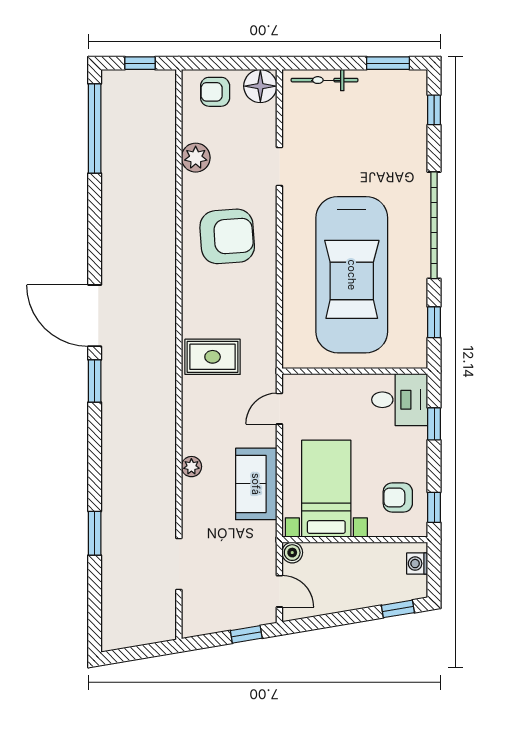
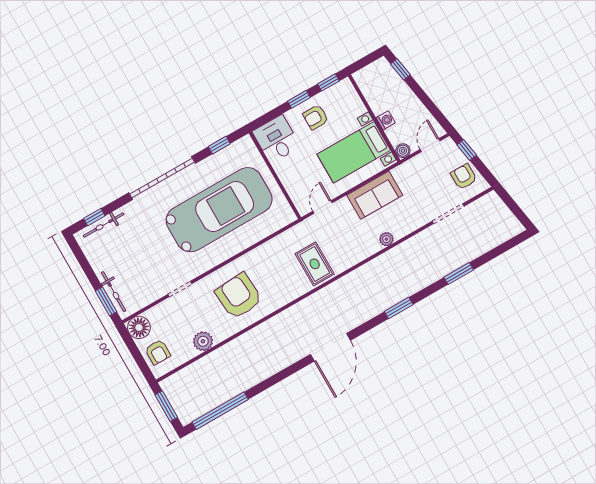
window: (140, 63) -> (166, 406), width x1.50
window: (388, 63) -> (106, 301), moved
bicycle: (417, 116) -> (104, 225), added
window: (95, 381) -> (399, 308), moved
door: (279, 409) -> (322, 207), swing flipped
window: (434, 424) -> (299, 99), moved
armchair: (398, 498) -> (316, 117), moved, turned 90
washing machine: (417, 564) -> (386, 120), moved, turned -90
armchair: (214, 611) -> (464, 177), added

